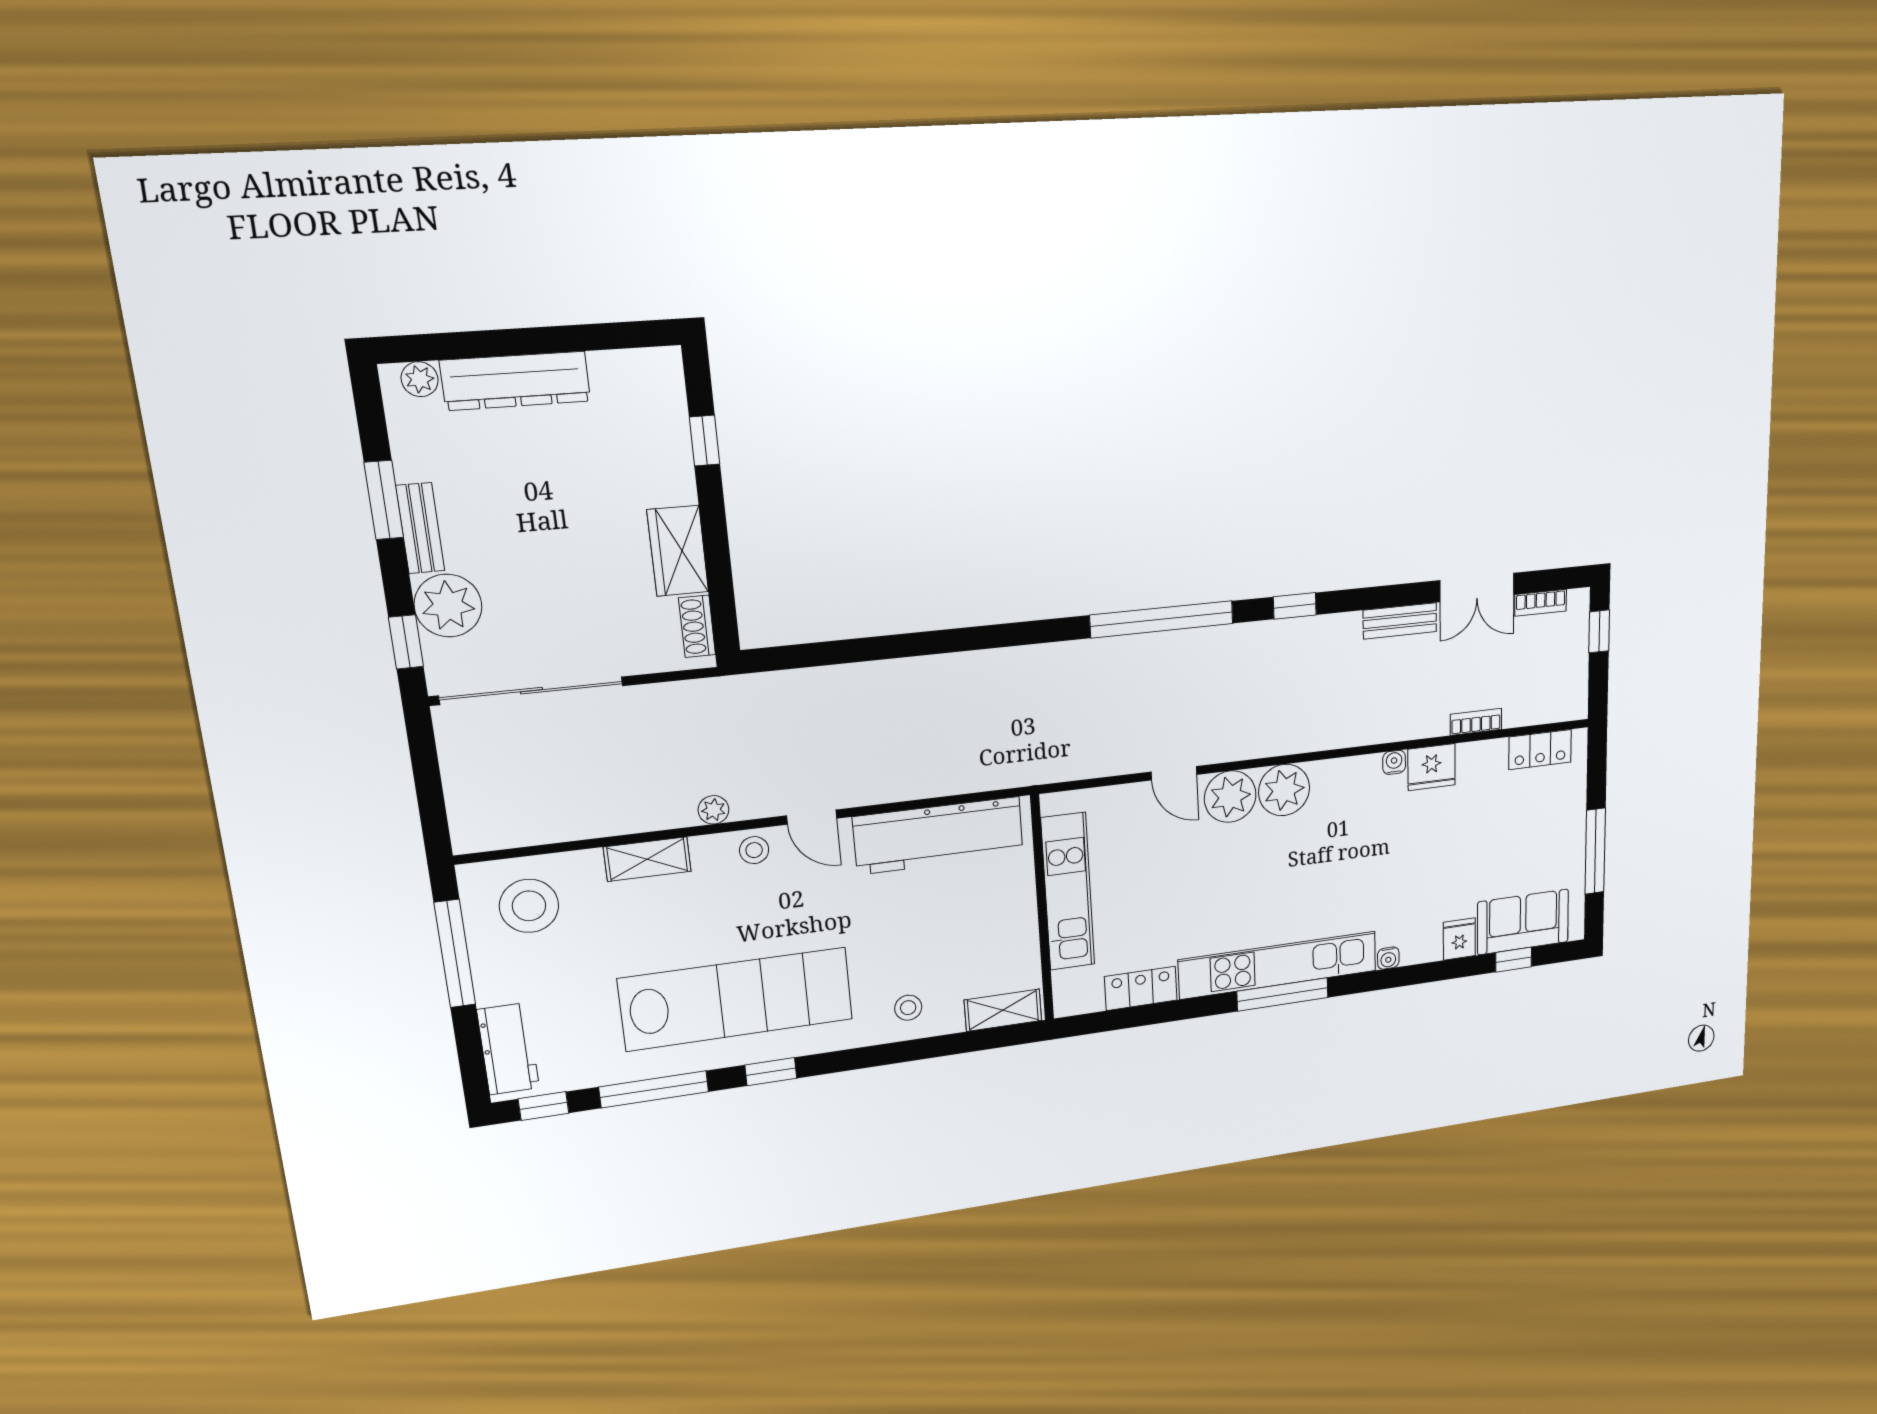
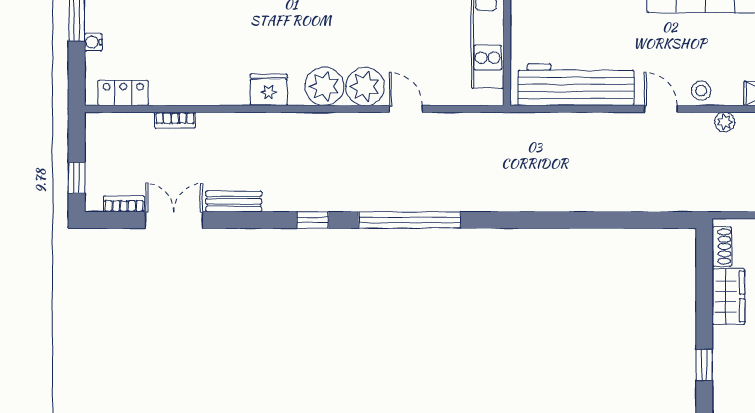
water cooler: (1394, 762) -> (93, 42), moved, turned 90
fridge: (1432, 767) -> (269, 90), moved

